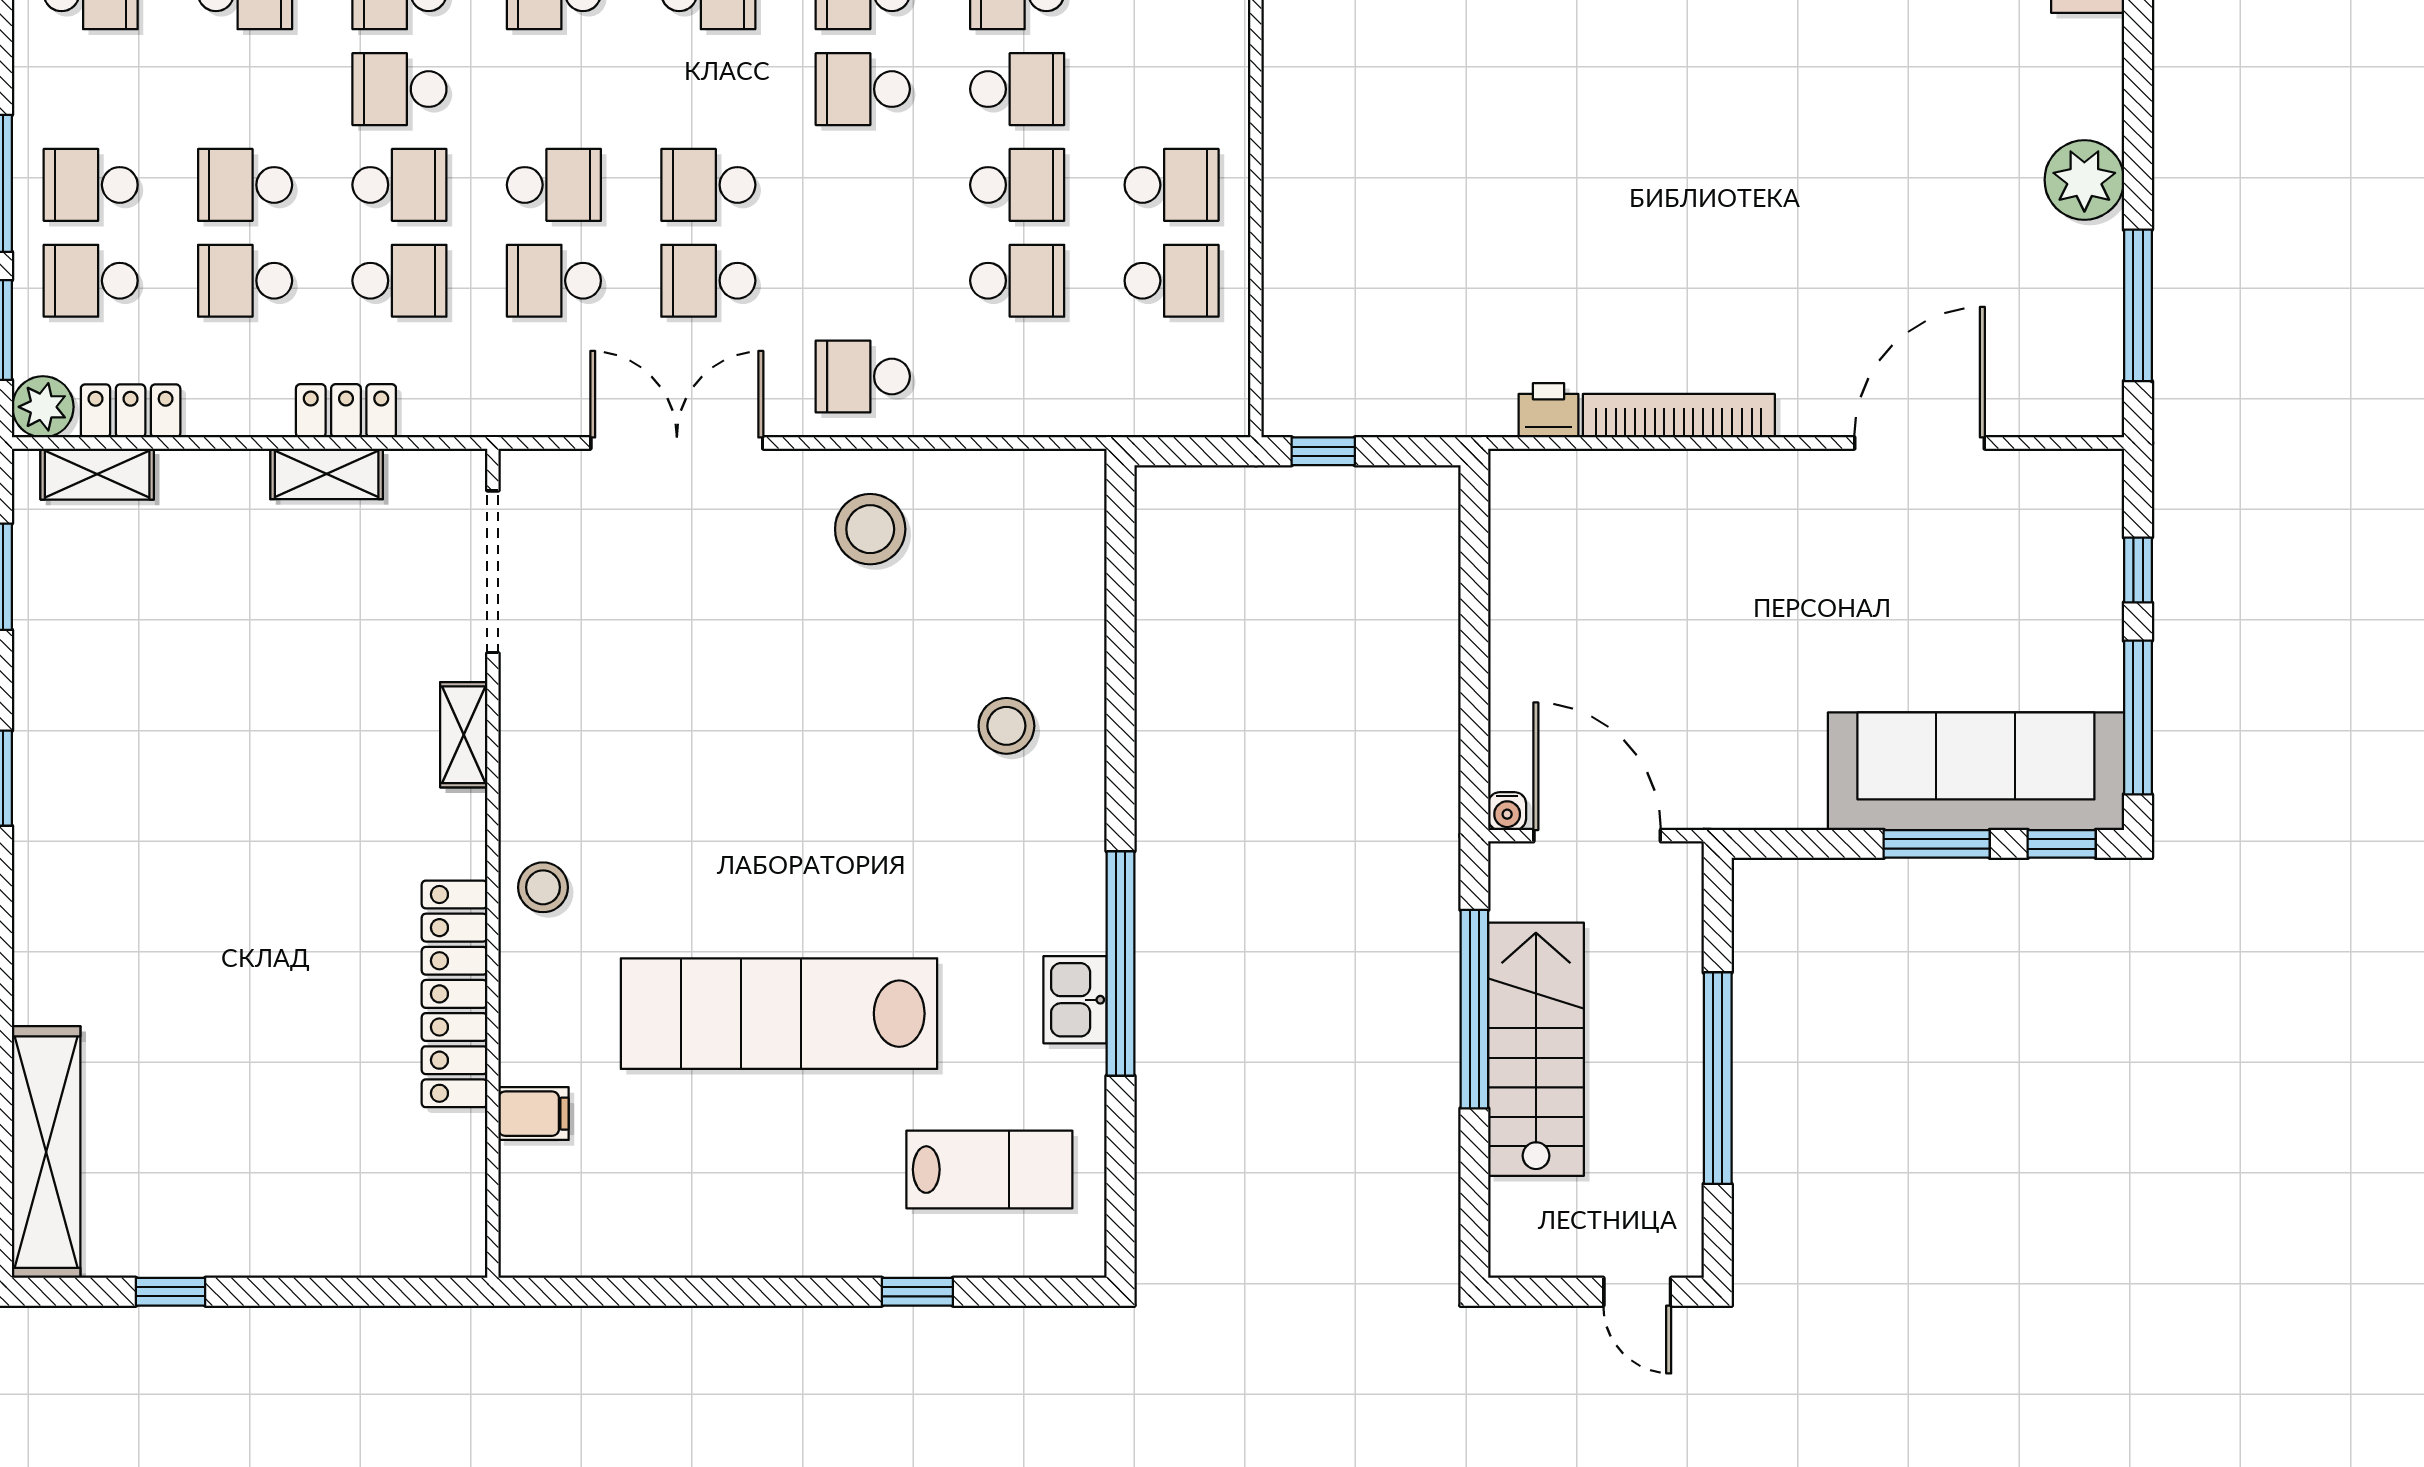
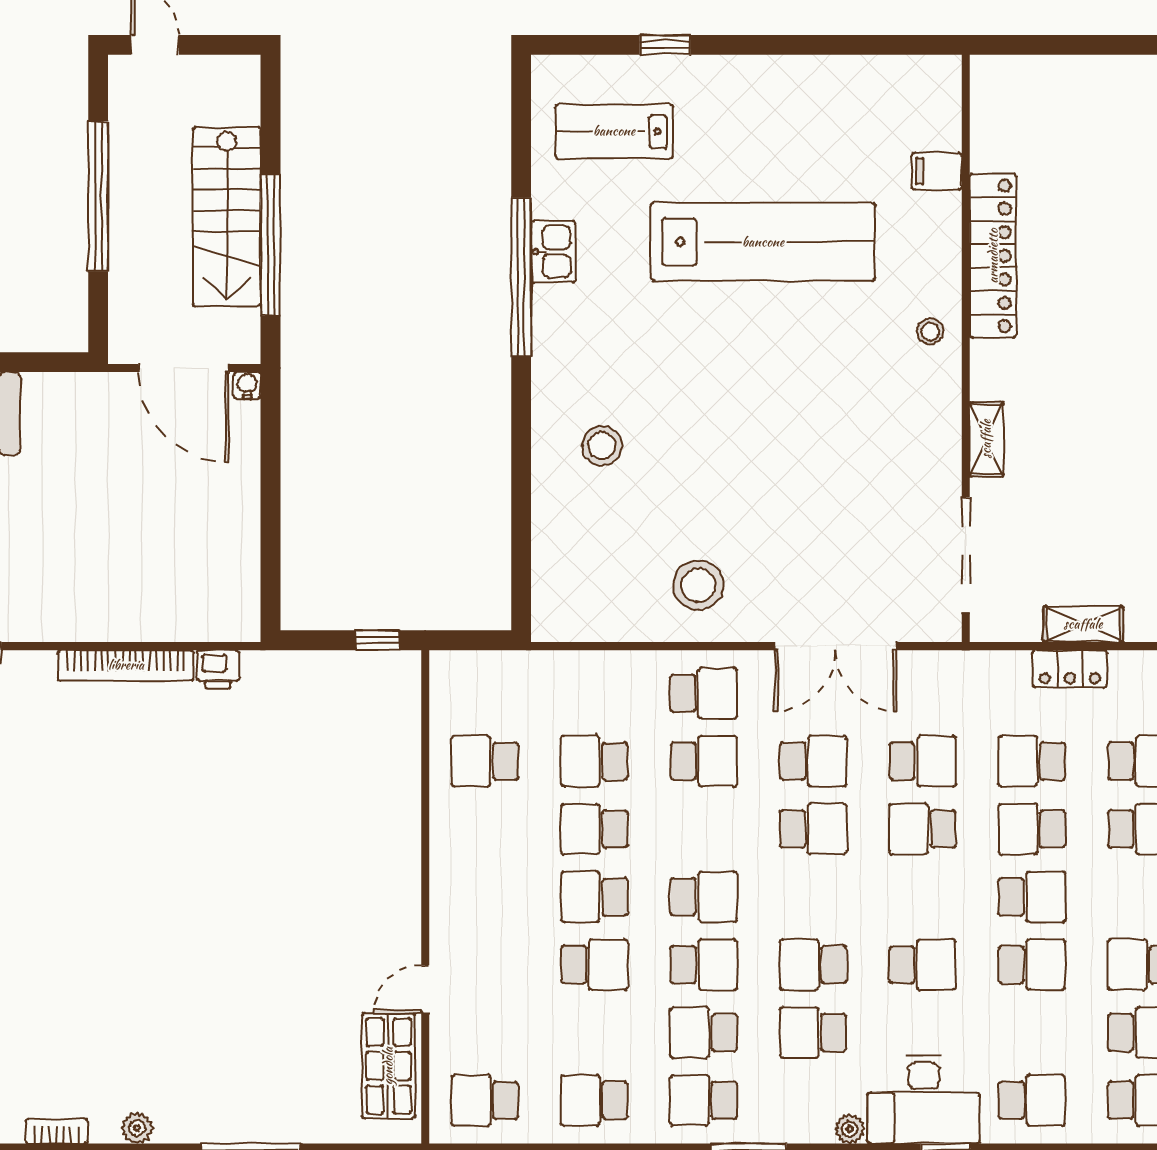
school desk: (1172, 185) -> (704, 761), moved, turned 180
stool: (543, 887) -> (930, 331), width x0.73, depth x0.73

